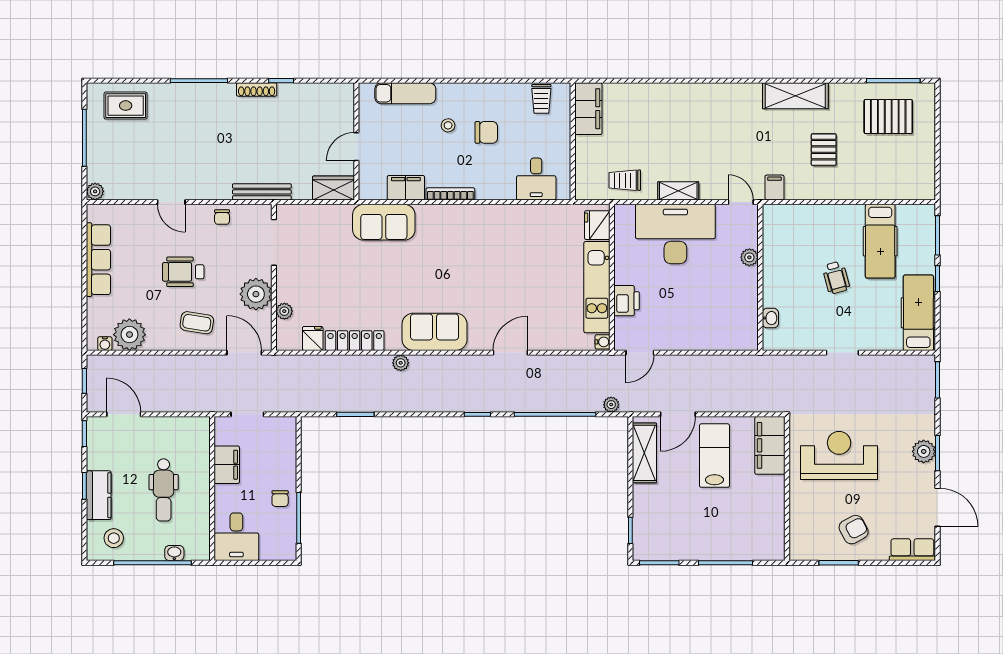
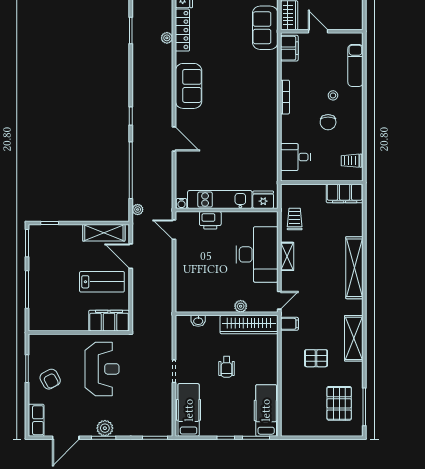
shelving: (694, 95) -> (354, 268), added
filing cabinet: (406, 188) -> (289, 48), moved
sofa: (384, 222) -> (265, 28), moved
hospital bed: (880, 241) -> (266, 410), moved, turned 90
wardrobe: (776, 245) -> (249, 325), added
wheelchair: (836, 277) -> (227, 367), turned -75
hospital bed: (918, 313) -> (189, 410), moved, turned -90
plant: (401, 363) -> (167, 38), moved

